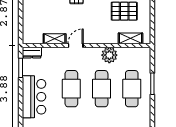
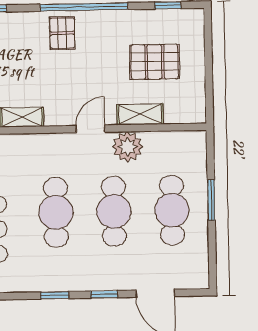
shelving: (130, 38) -> (140, 114), moved
door: (76, 45) -> (90, 129), moved

